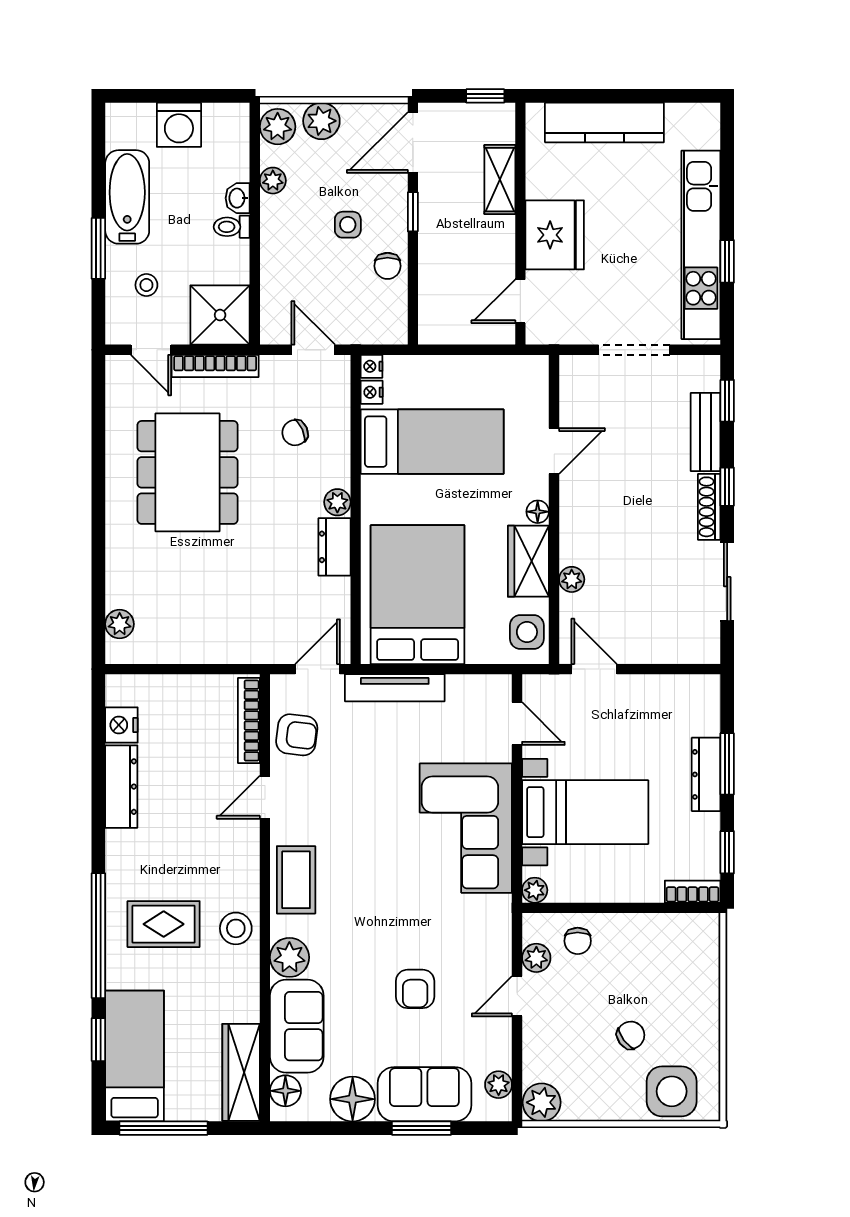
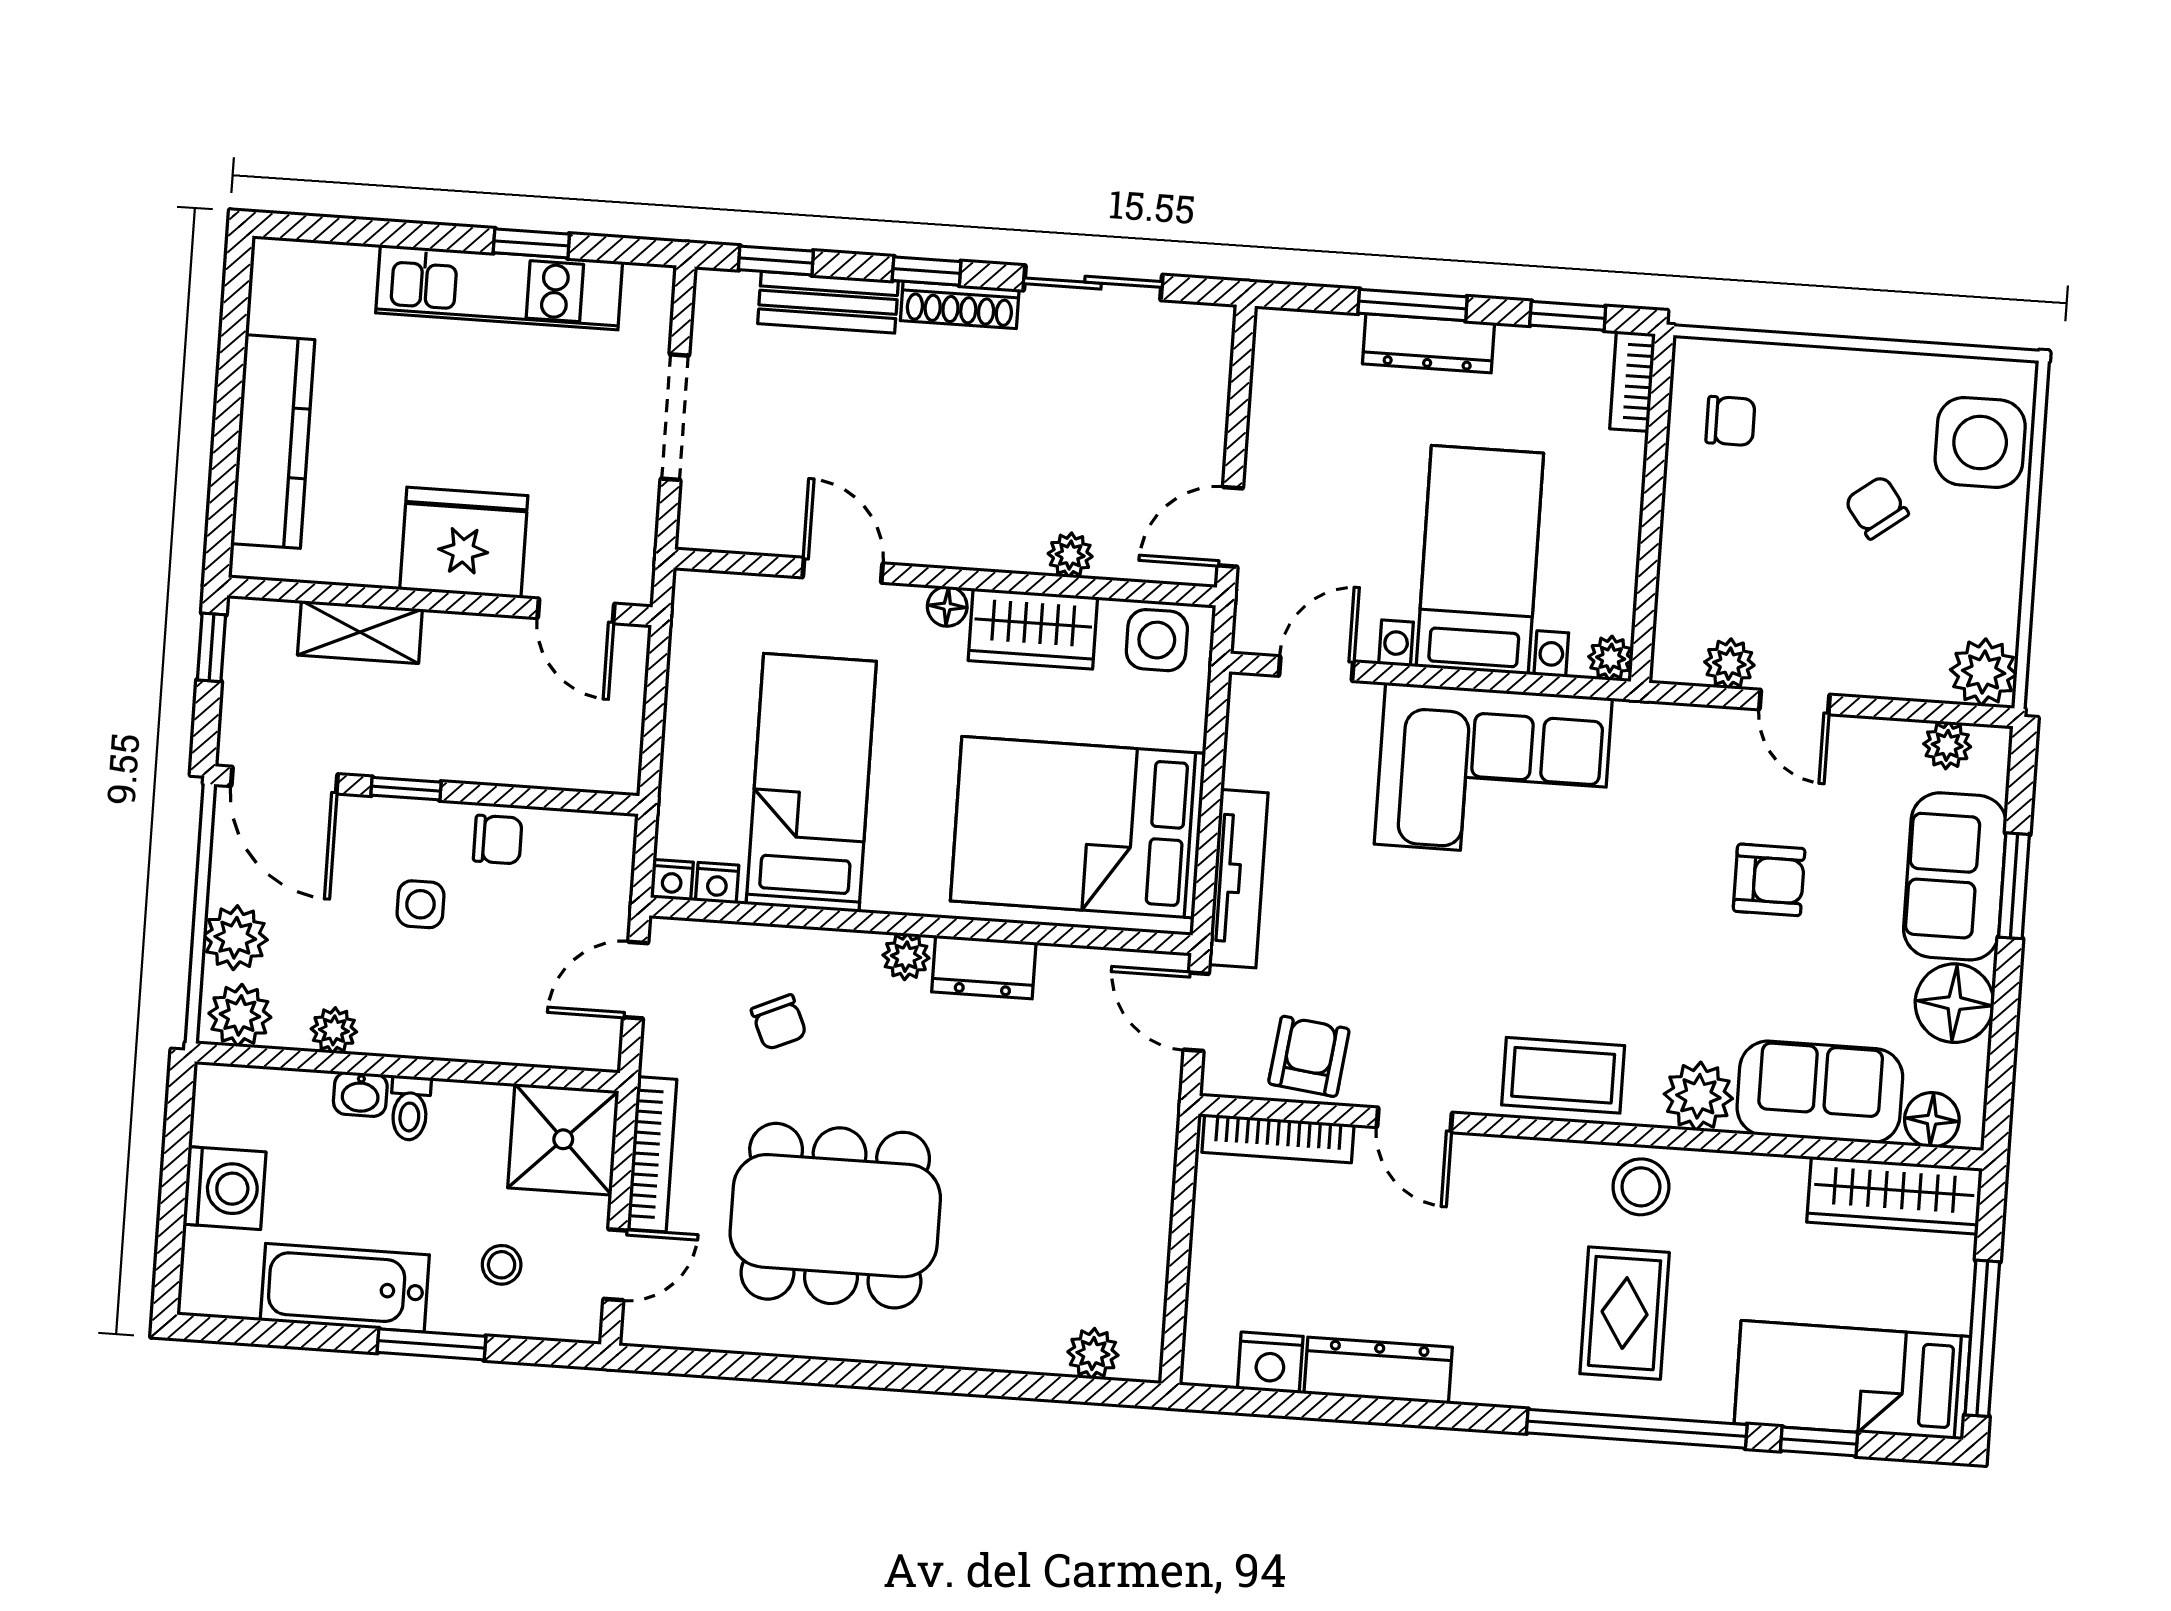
kitchen unit: (701, 245) -> (499, 287), width x0.73
chair: (578, 941) -> (1730, 421), moved

